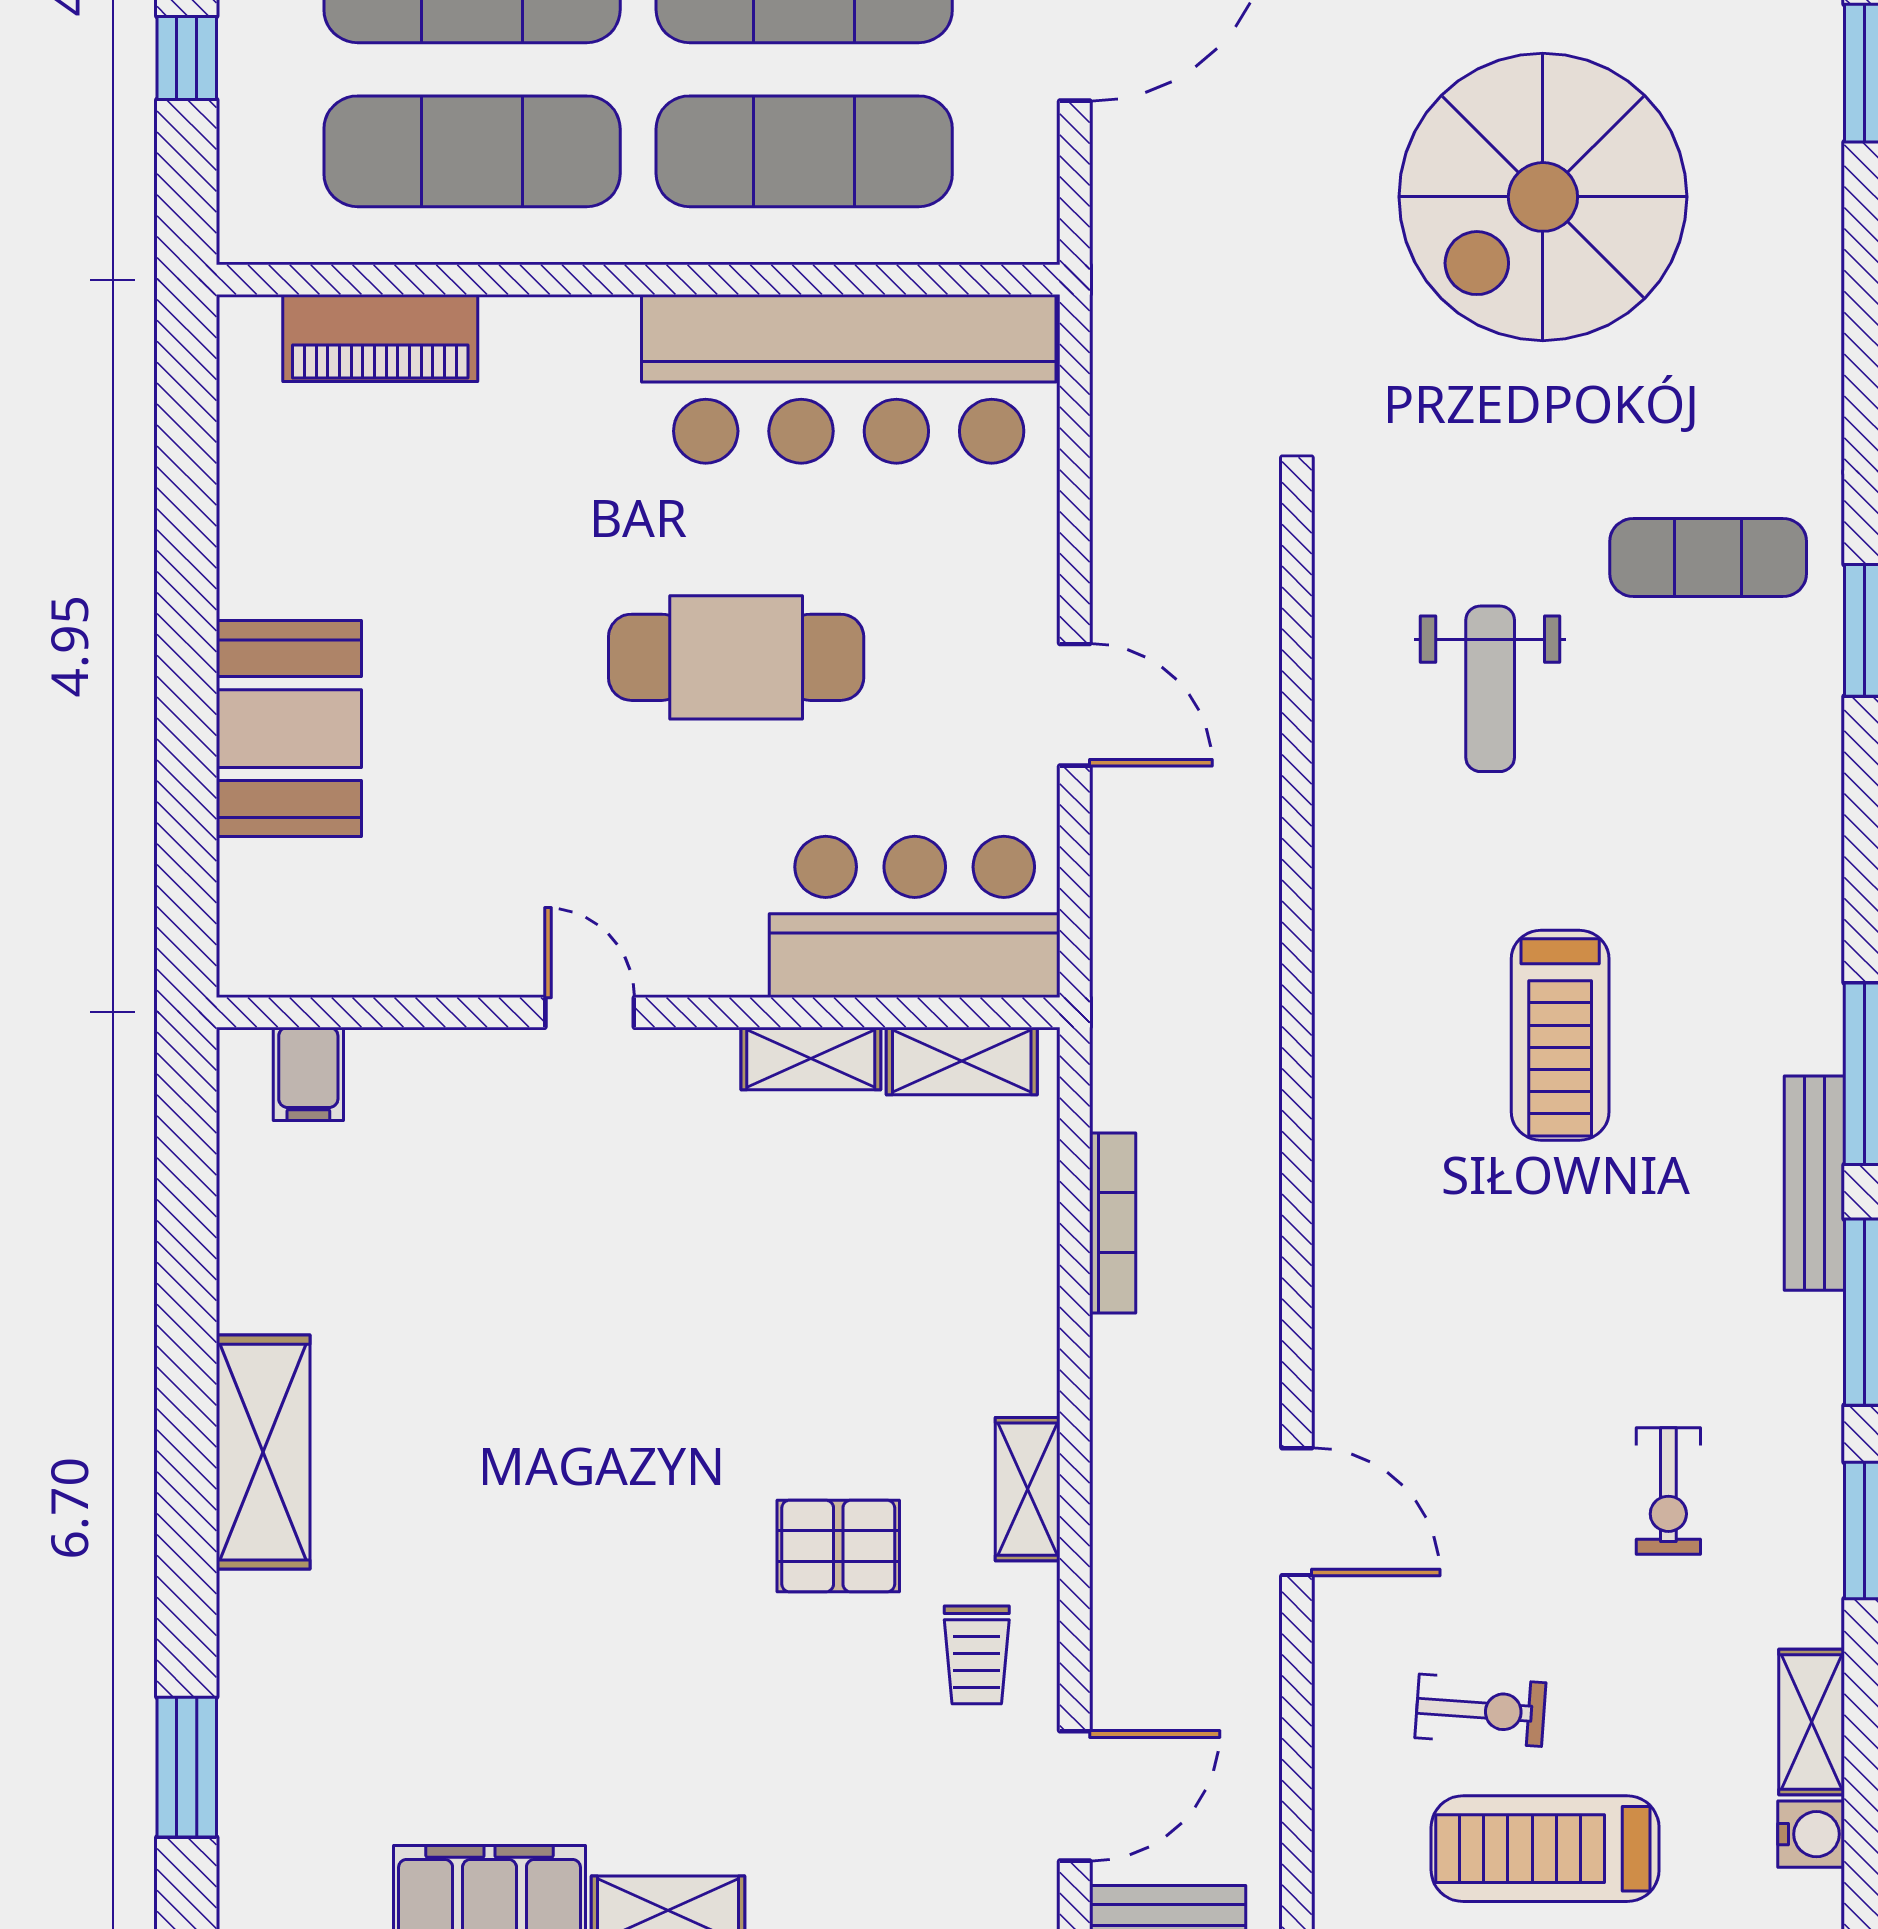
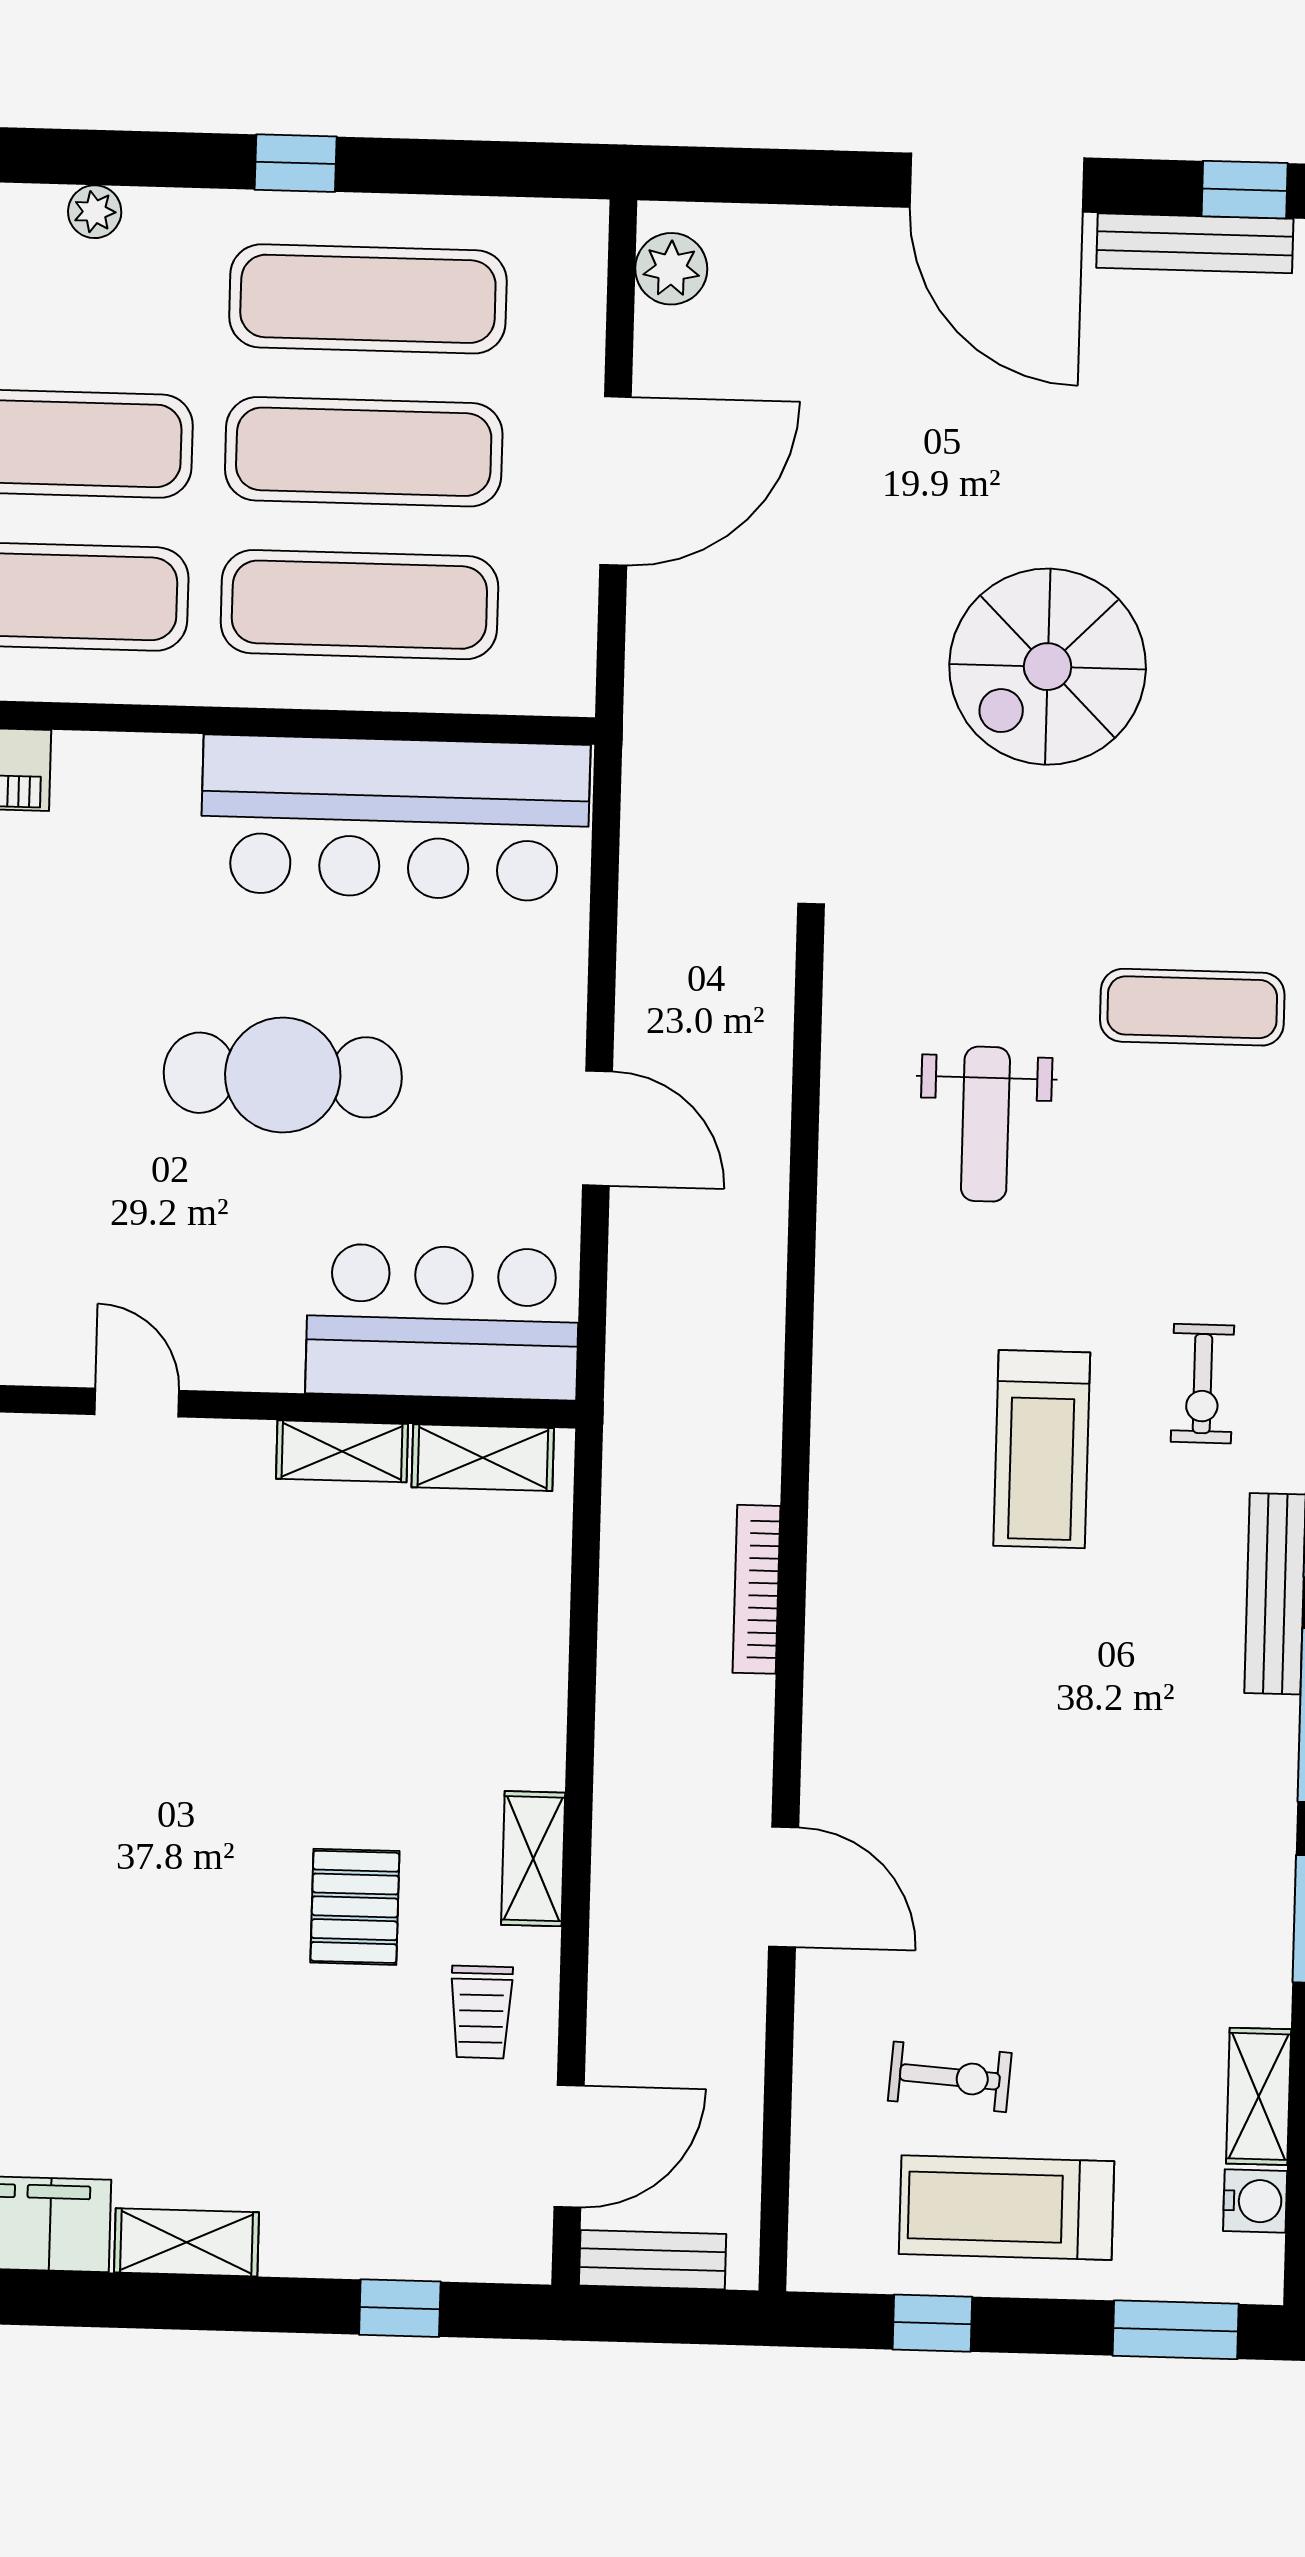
spiral stairs: (1543, 197) -> (1048, 667), width x0.73, depth x0.73
bookcase: (1113, 1223) -> (757, 1589), moved, turned 180
exercise bike: (1668, 1491) -> (1202, 1384), moved
pallet: (838, 1546) -> (355, 1907), turned 90

